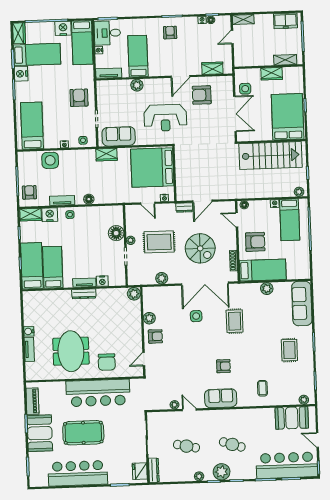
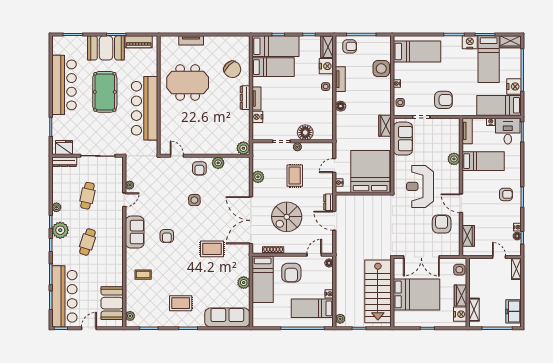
nightstand: (290, 73) -> (460, 314), added
side table: (245, 89) -> (459, 270), moved
bed: (288, 117) -> (416, 294), moved
rug: (159, 242) -> (295, 176), width x0.73, depth x0.70
side table: (196, 316) -> (194, 200), moved
water cooler: (29, 331) -> (209, 41), removed
chair: (107, 362) -> (232, 69), moved, turned -134

